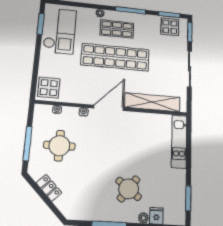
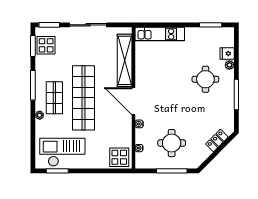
locker: (49, 188) -> (217, 141), moved
round table: (129, 189) -> (205, 79), turned -37

